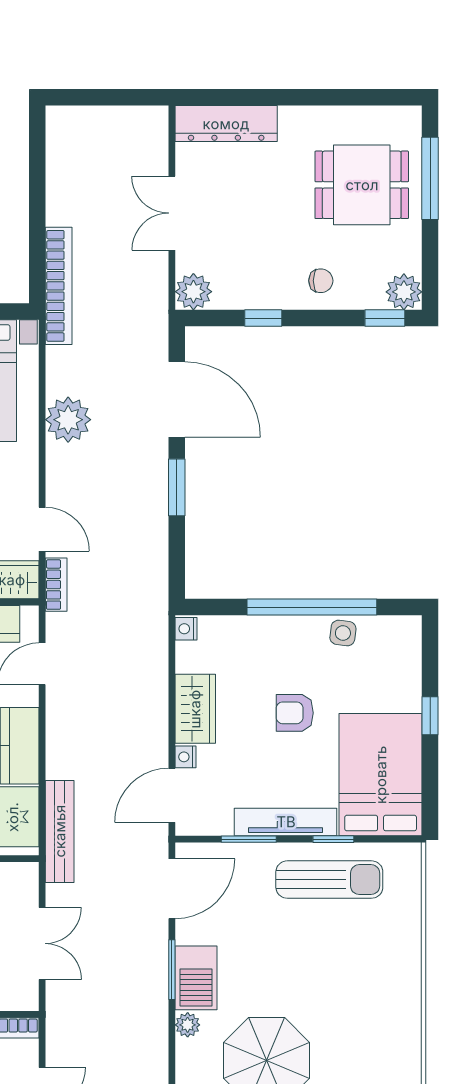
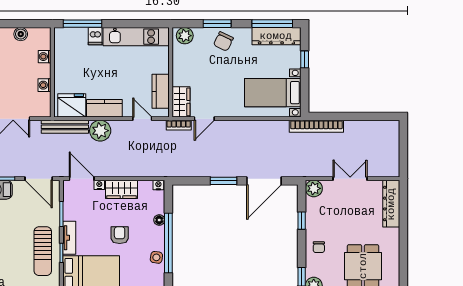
plant: (68, 420) -> (100, 131), moved
floor lamp: (262, 627) -> (159, 220), added
tv unit: (286, 822) -> (69, 238), width x0.71

